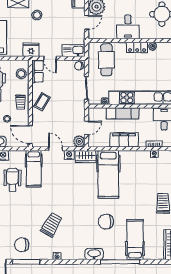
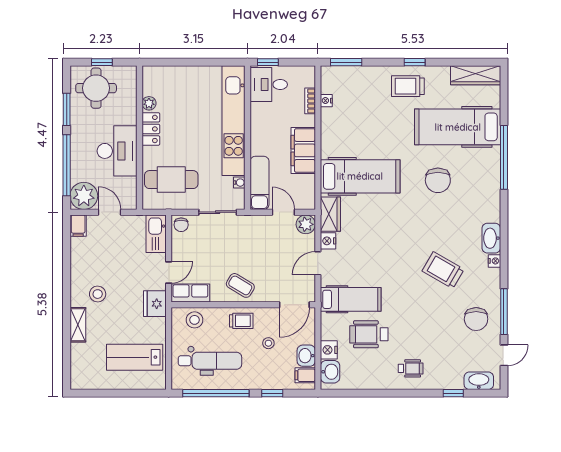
desk: (128, 27) -> (117, 151), width x1.37
exam couch: (123, 113) -> (259, 183), moved
hospital bed: (135, 239) -> (458, 127), width x1.37, depth x1.29
washbasin: (94, 254) -> (491, 238), moved

